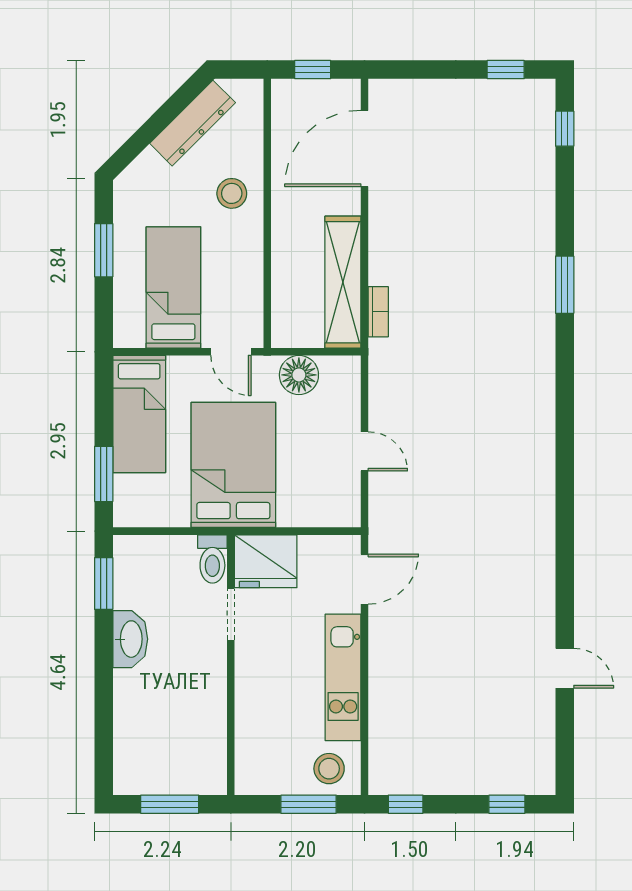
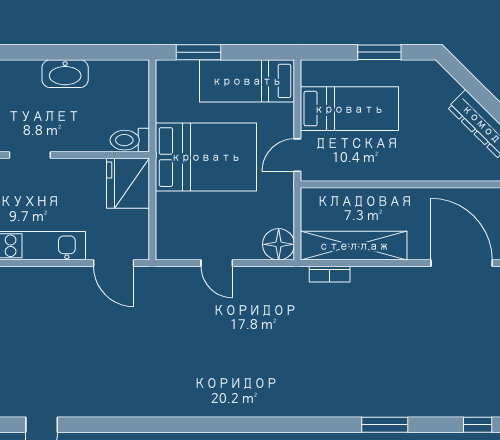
stool: (232, 193) -> (425, 156), removed
window: (565, 285) -> (385, 425), moved
floor lamp: (299, 375) -> (279, 244), moved
door: (365, 451) -> (217, 263), hinge flipped
window: (104, 584) -> (110, 52), removed
doorway: (231, 615) -> (30, 155), moved

